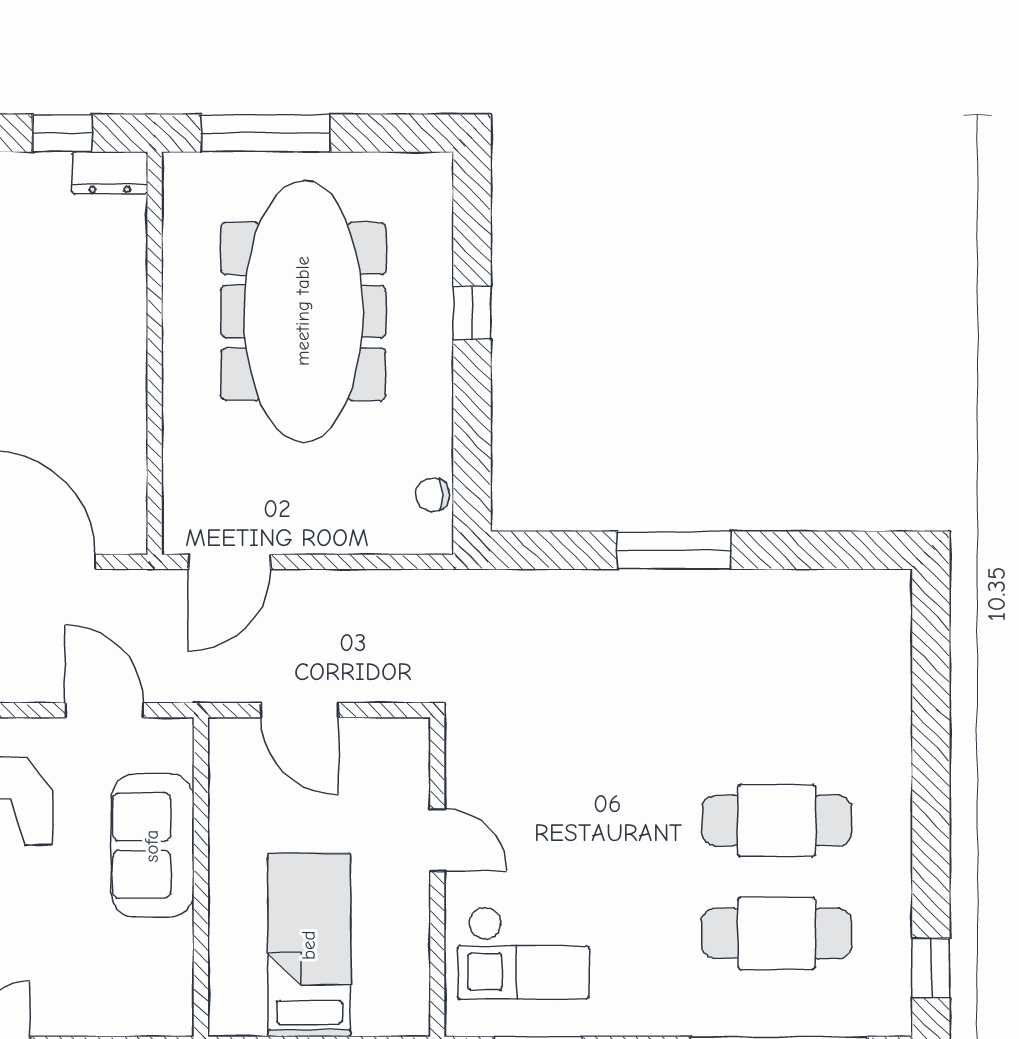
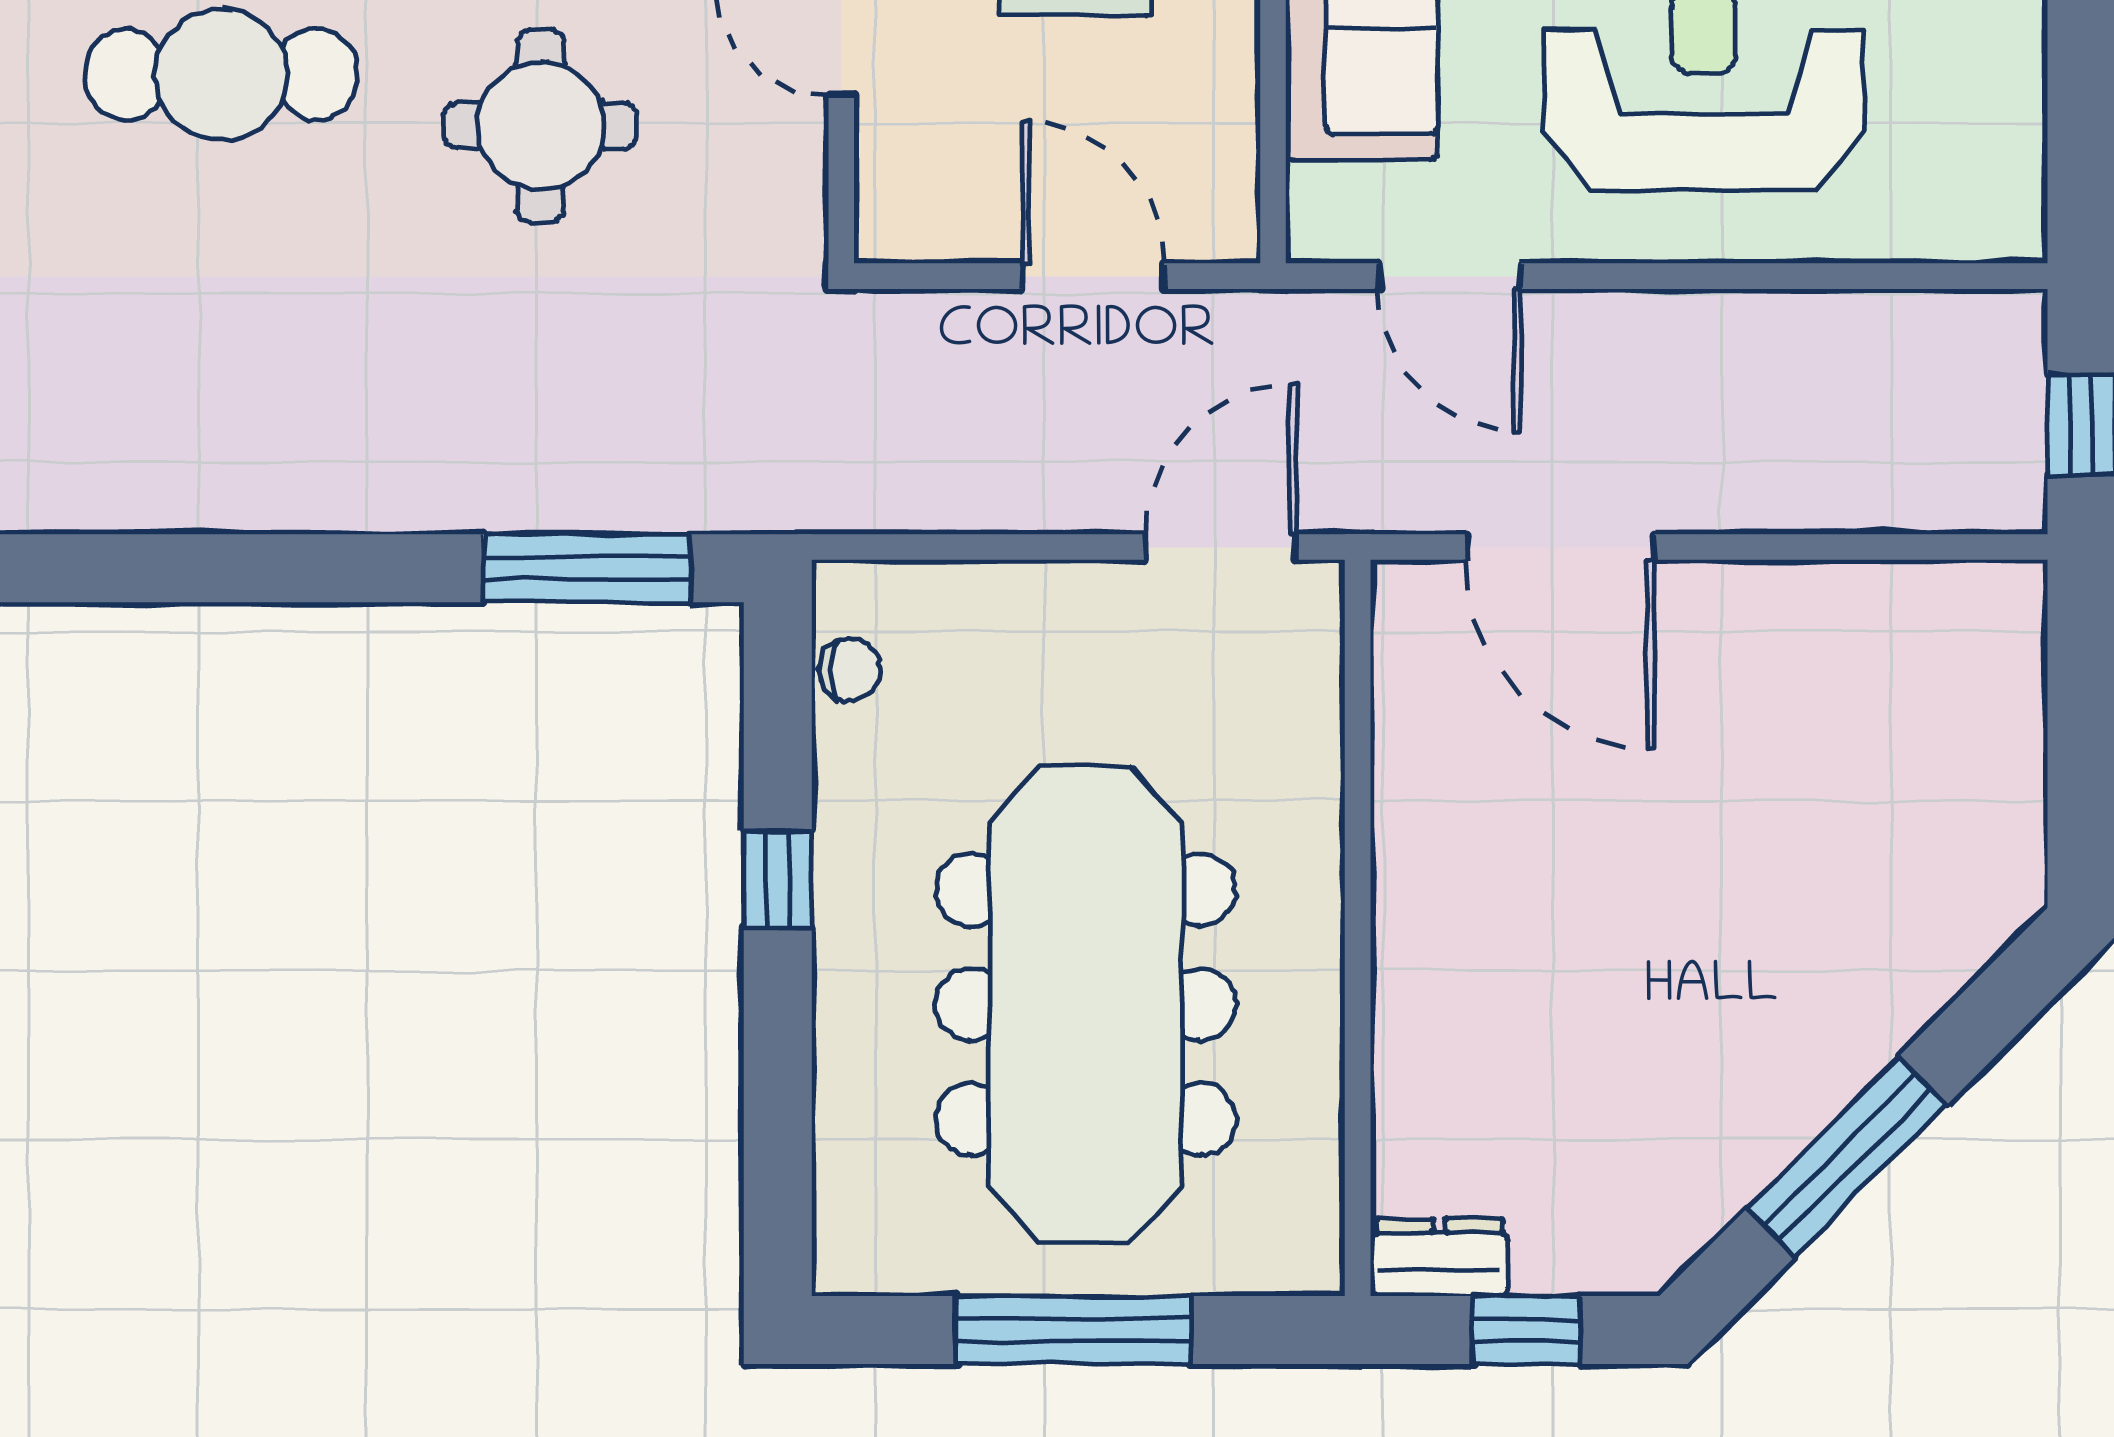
window: (266, 133) -> (1074, 1330), moved
window: (472, 313) -> (778, 879), moved
window: (674, 550) -> (587, 568), moved
round table: (602, 792) -> (540, 126), added

